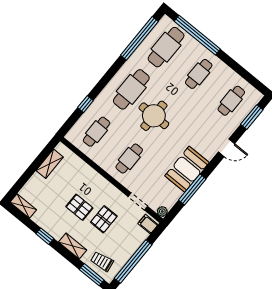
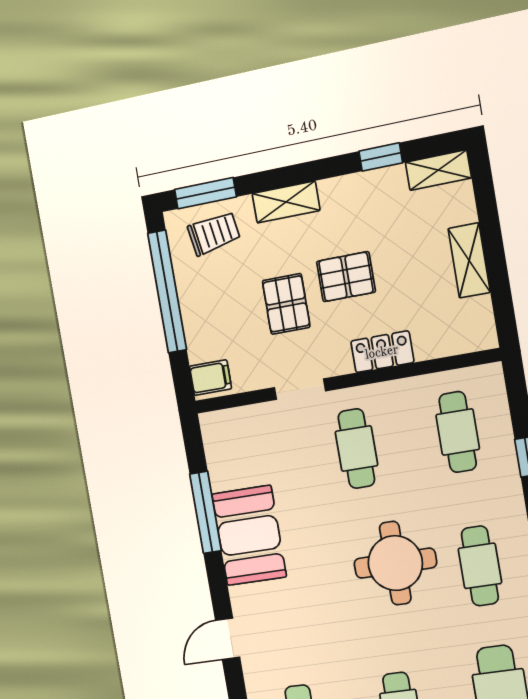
cafe table: (131, 89) -> (480, 566), width x0.73, depth x0.74
shelving: (50, 164) -> (469, 260), moved
locker: (92, 176) -> (382, 352), added
doorway: (138, 202) -> (300, 389), moved
plant: (162, 211) -> (211, 424), removed
window: (45, 236) -> (381, 157), moved

